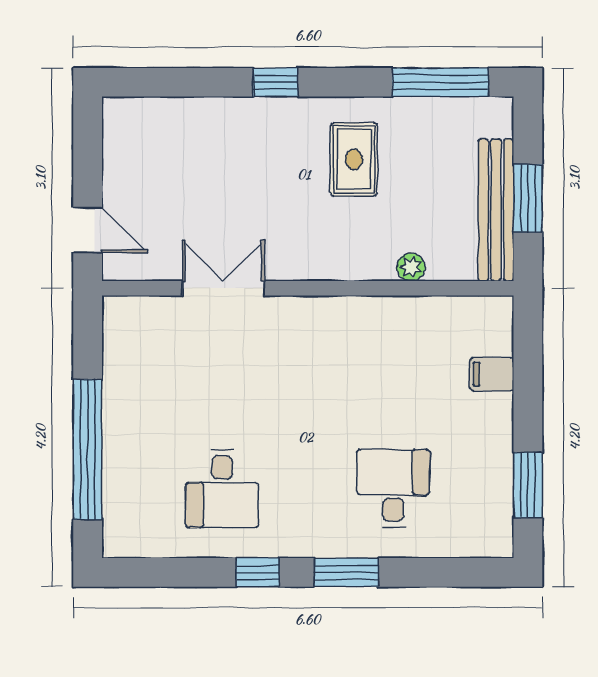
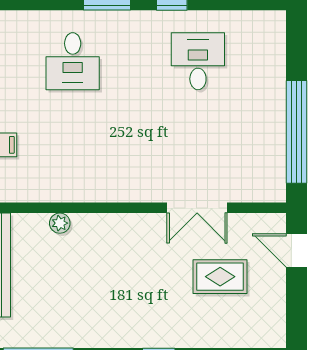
rug: (354, 159) -> (220, 277), moved, turned 90
window: (88, 449) -> (296, 132), moved

